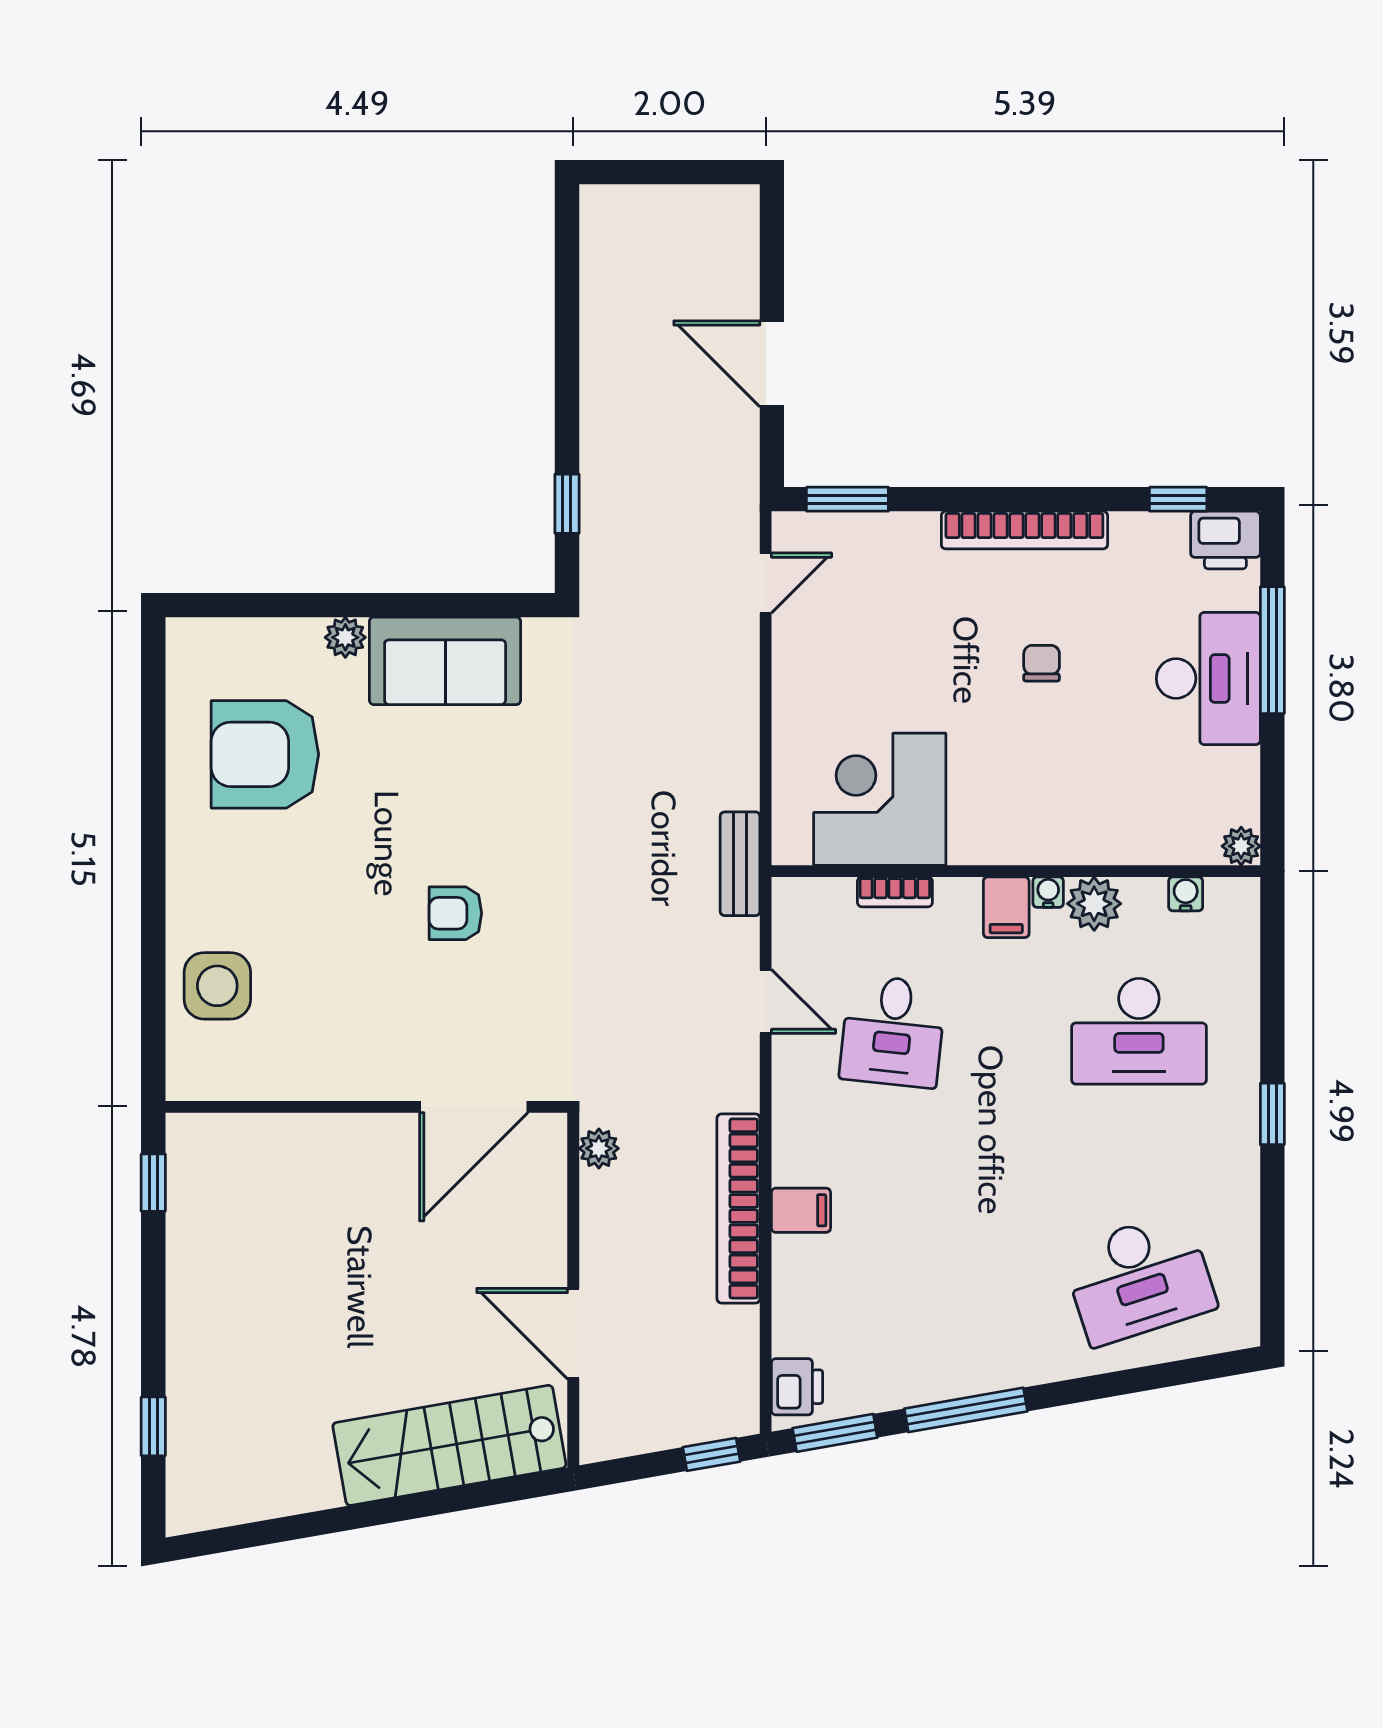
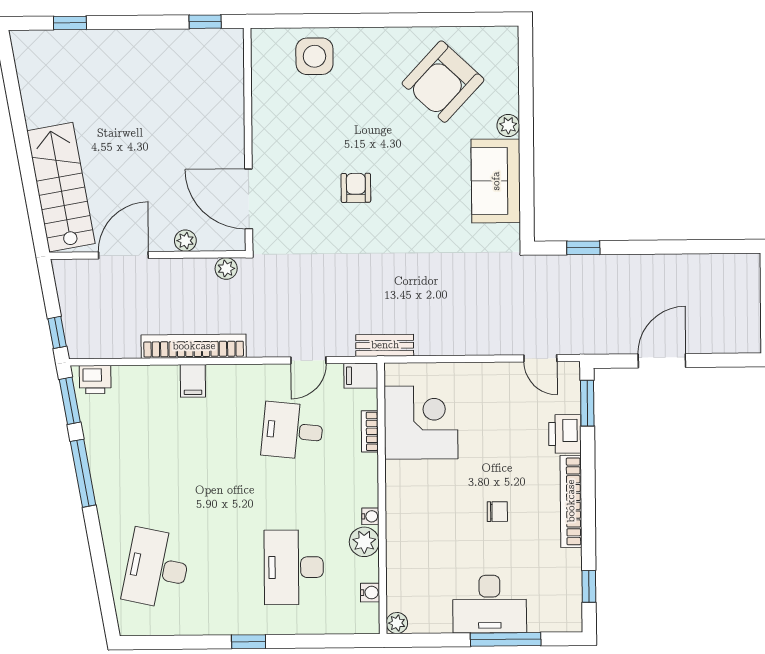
printer: (1225, 540) -> (565, 434), moved
armchair: (265, 754) -> (443, 82), turned -137
filing cabinet: (1006, 907) -> (361, 376), moved
plant: (548, 1222) -> (185, 241), added
desk: (1139, 1278) -> (157, 569), turned 30

